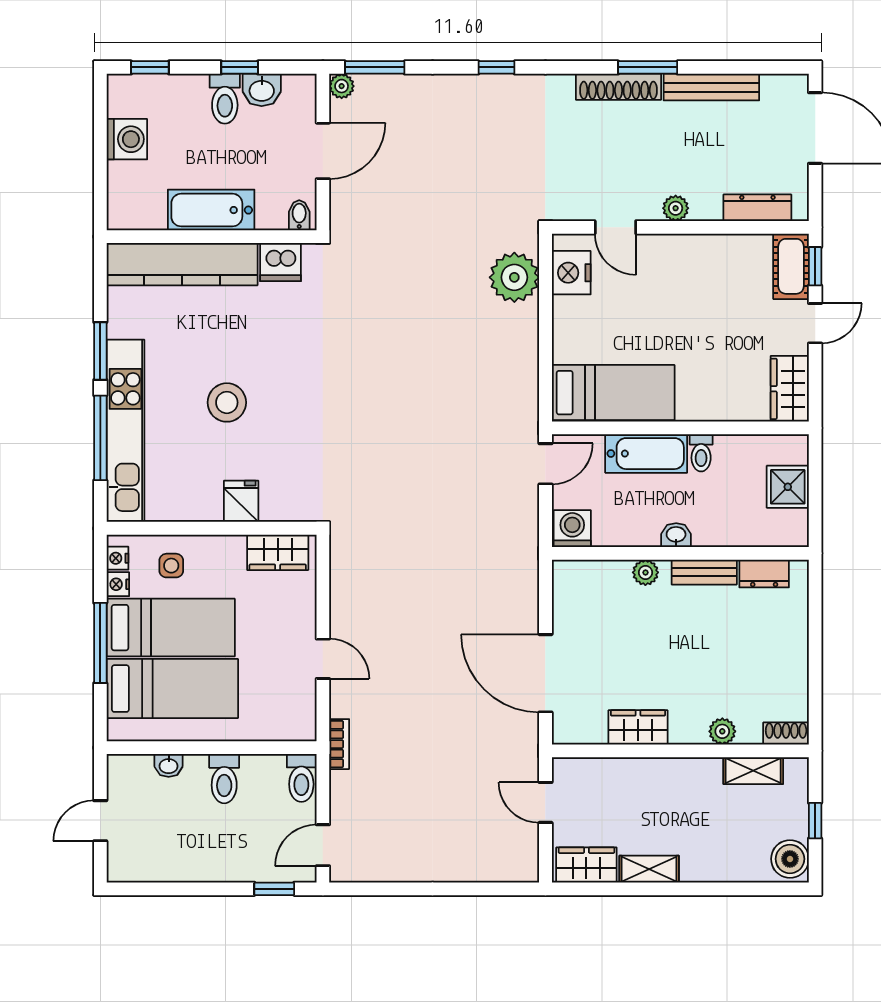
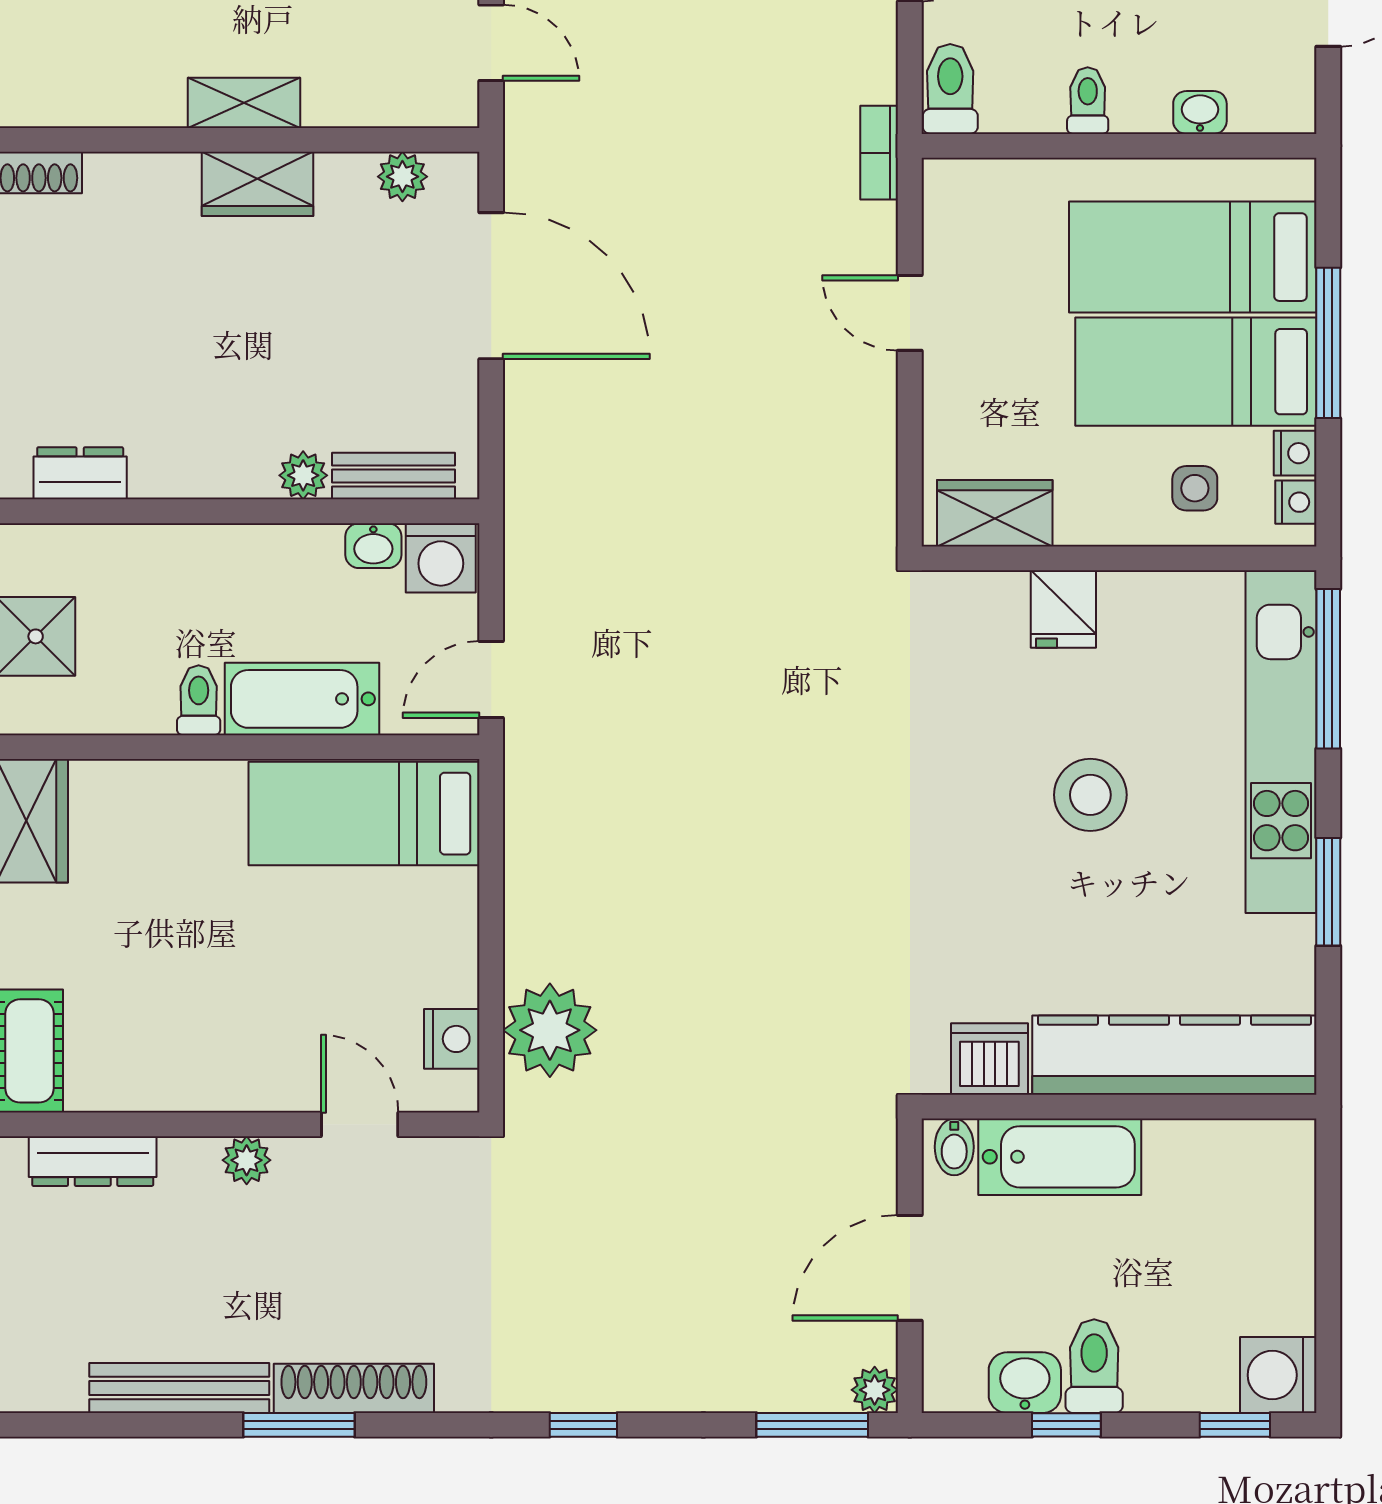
washing machine: (127, 139) -> (1278, 1375), moved
bathtub: (211, 210) -> (1060, 1157), moved
nightstand: (571, 273) -> (452, 1039), width x0.74, depth x0.75
window: (100, 438) -> (1328, 669), moved
washbasin: (676, 535) -> (373, 546), moved
bench: (704, 572) -> (393, 476), moved
wardrobe: (638, 727) -> (258, 184), moved
plant: (722, 731) -> (402, 177), moved
shelving: (753, 771) -> (244, 103), moved
toilet: (224, 779) -> (1088, 101), width x0.73, depth x0.72

